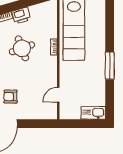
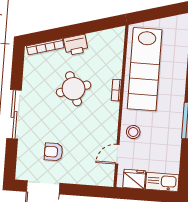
stool: (69, 77) -> (133, 132), added
fridge: (72, 112) -> (134, 179), added

